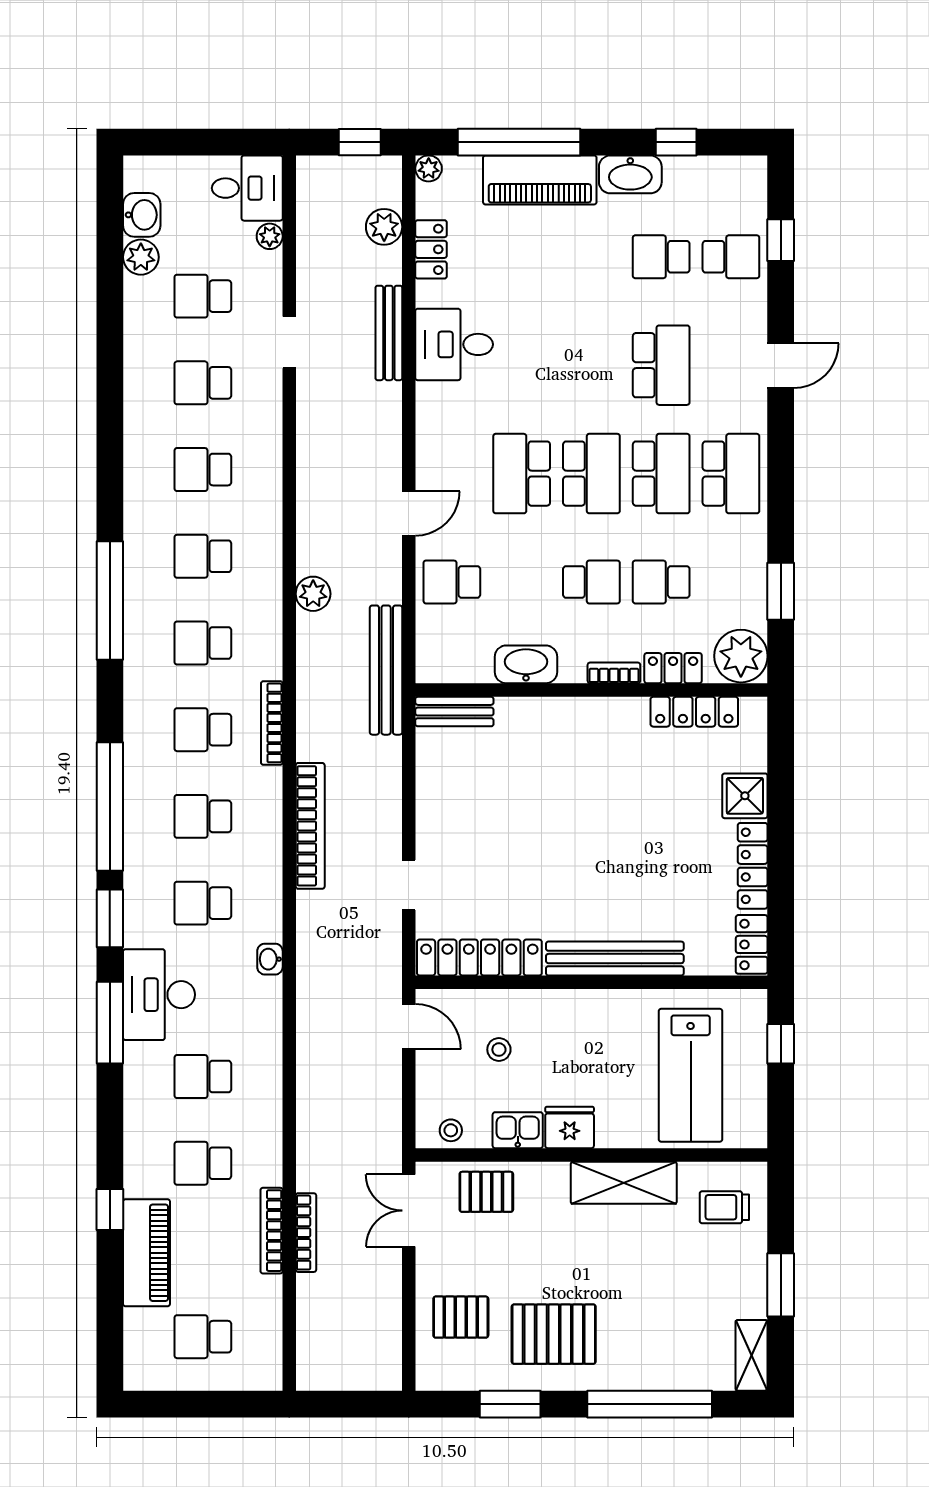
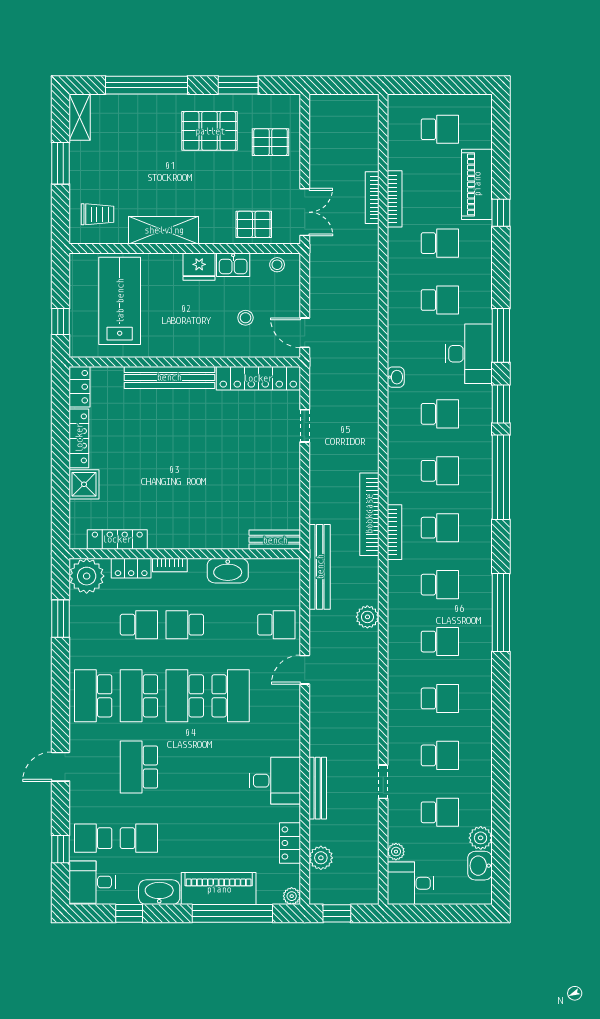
desk: (733, 190) -> (92, 882), added
bookcase: (310, 826) -> (369, 514), moved

